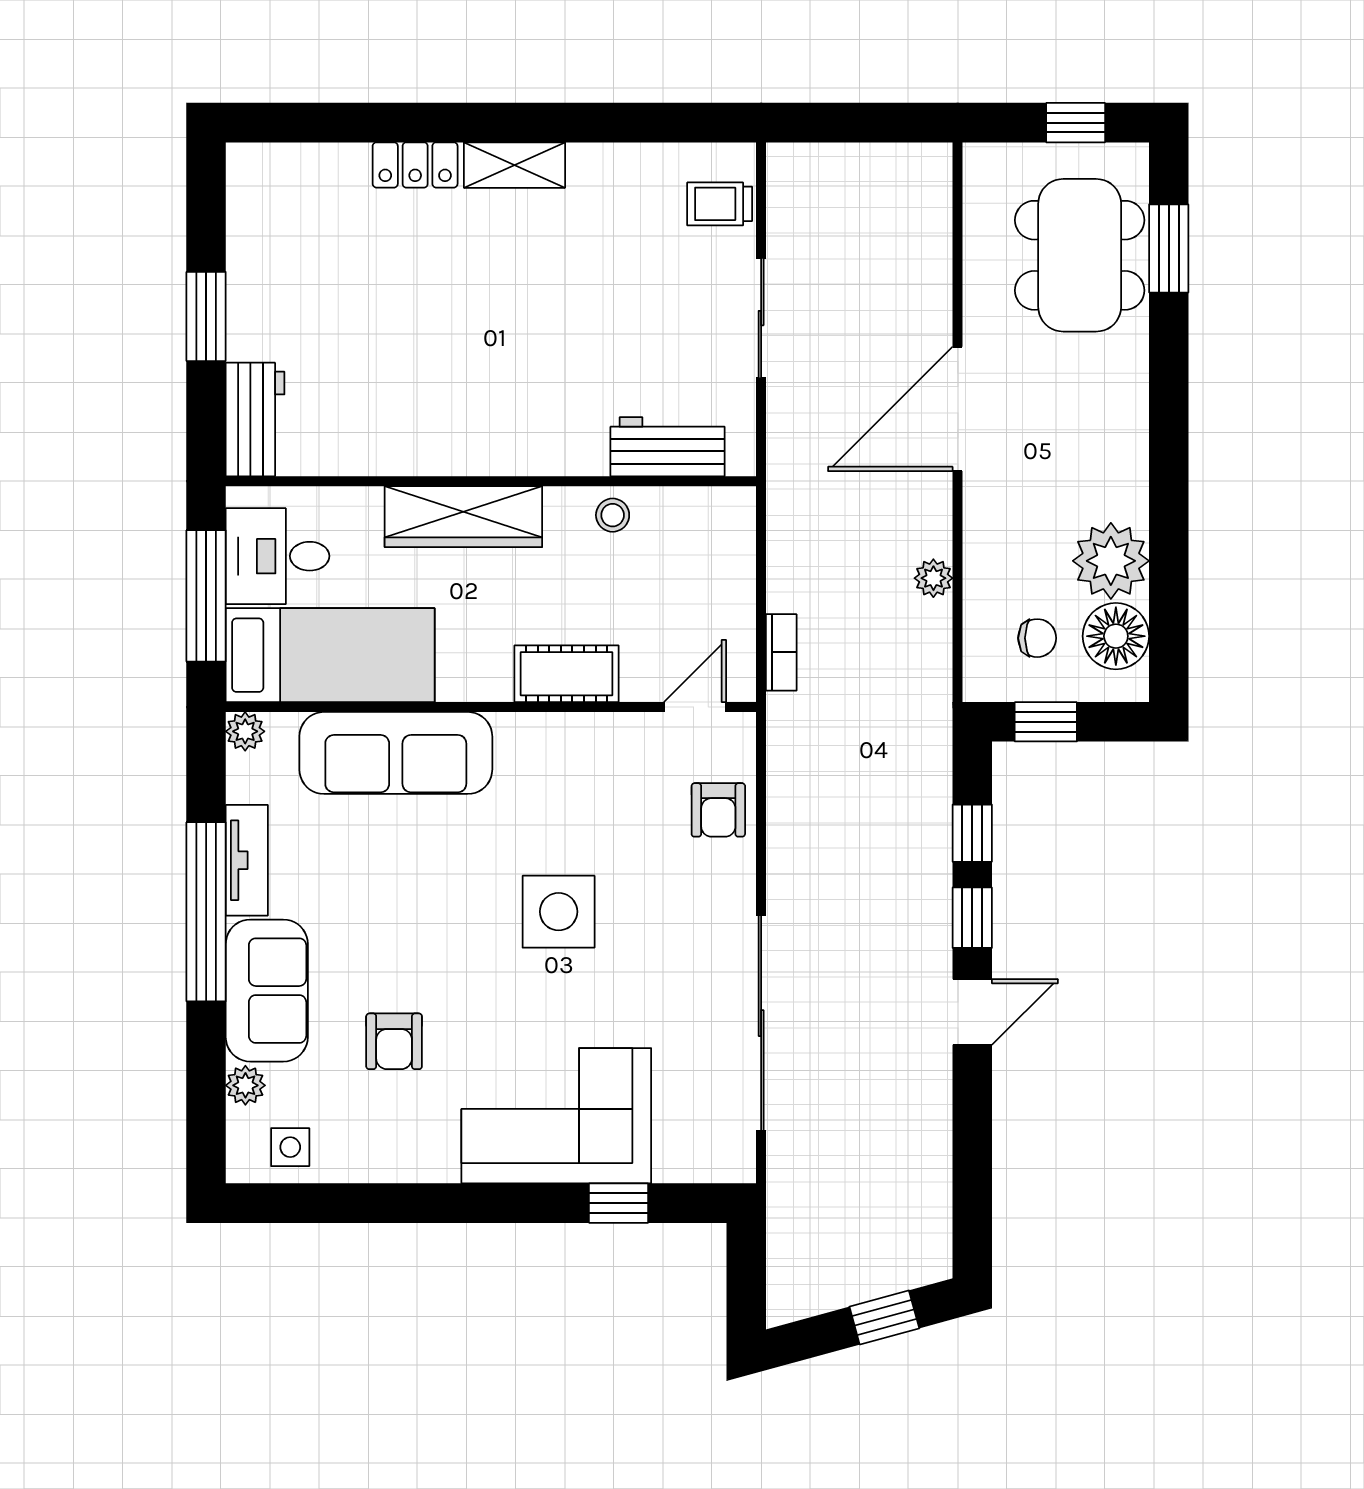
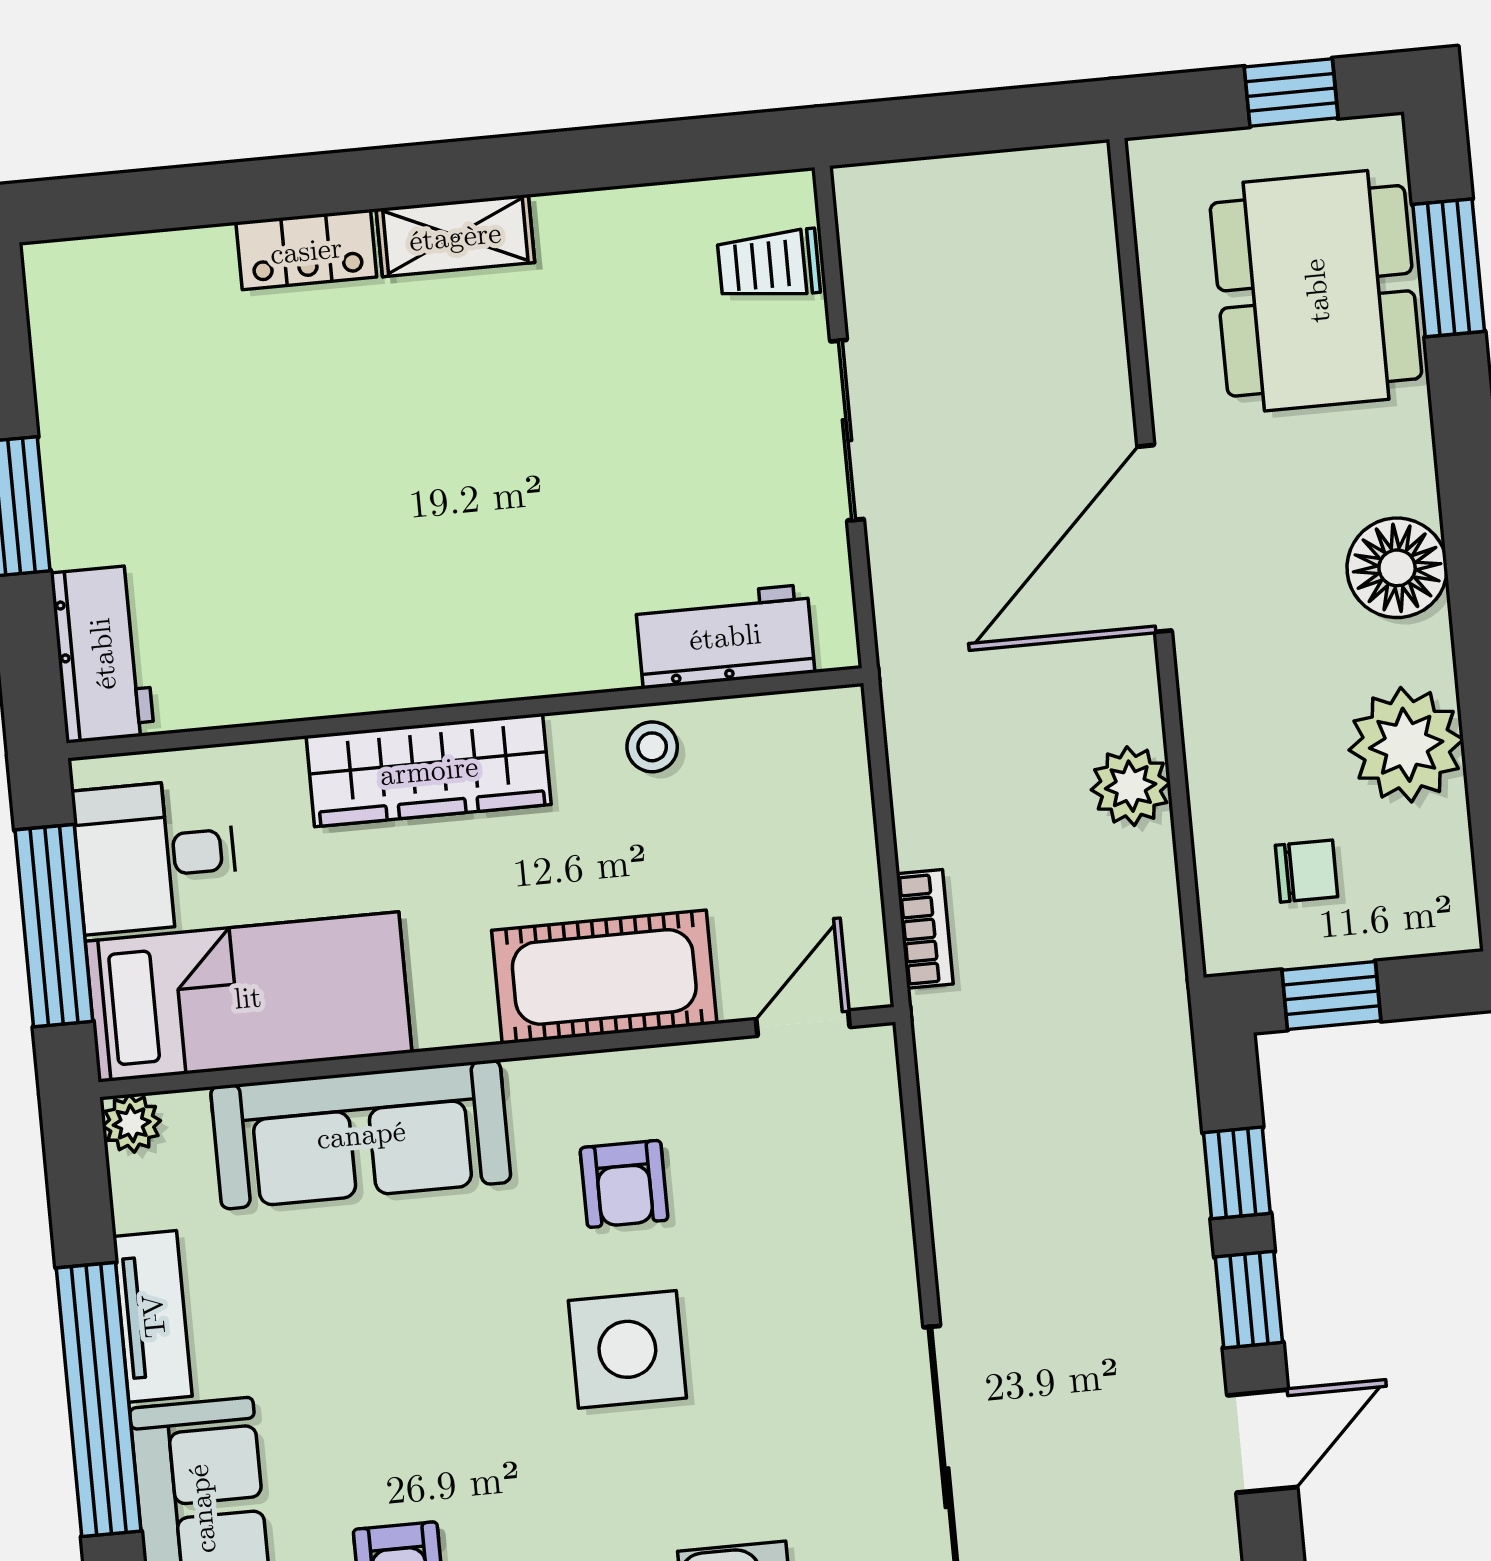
plant: (933, 578) -> (1131, 786), width x1.38, depth x1.38
floor lamp: (1116, 636) -> (1397, 568), moved
cot: (567, 674) -> (604, 977), width x1.37, depth x1.34
armchair: (718, 810) -> (624, 1184), moved

